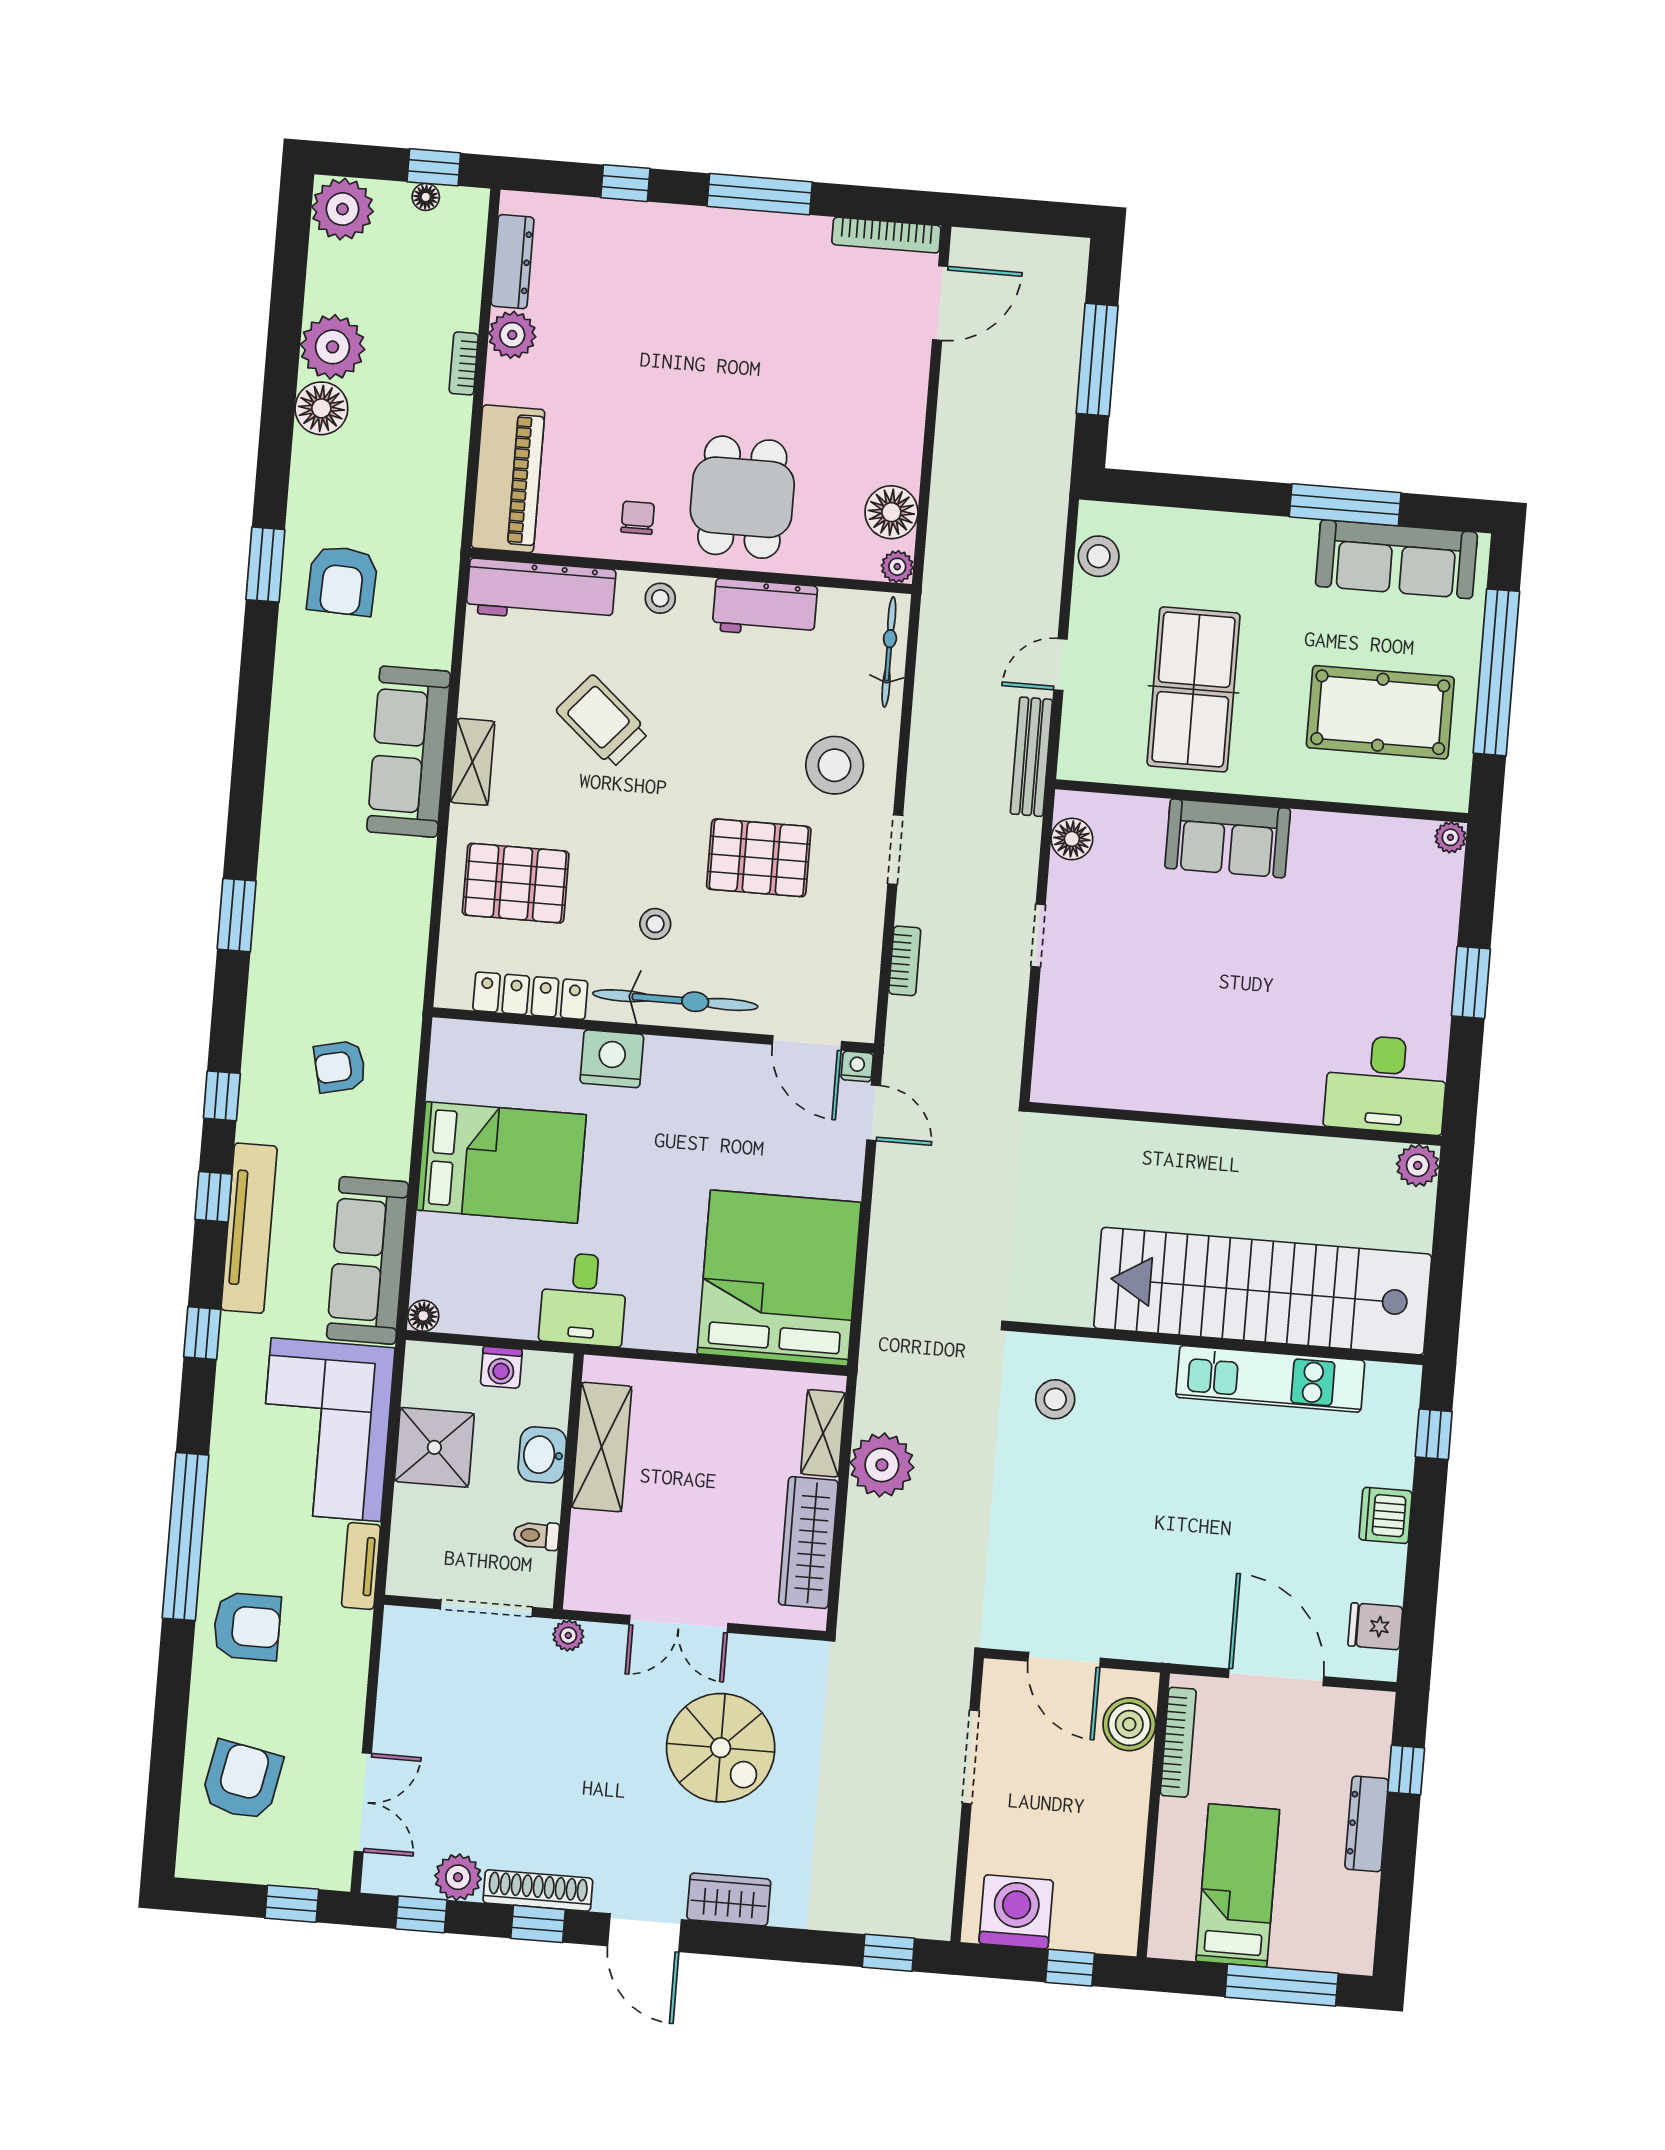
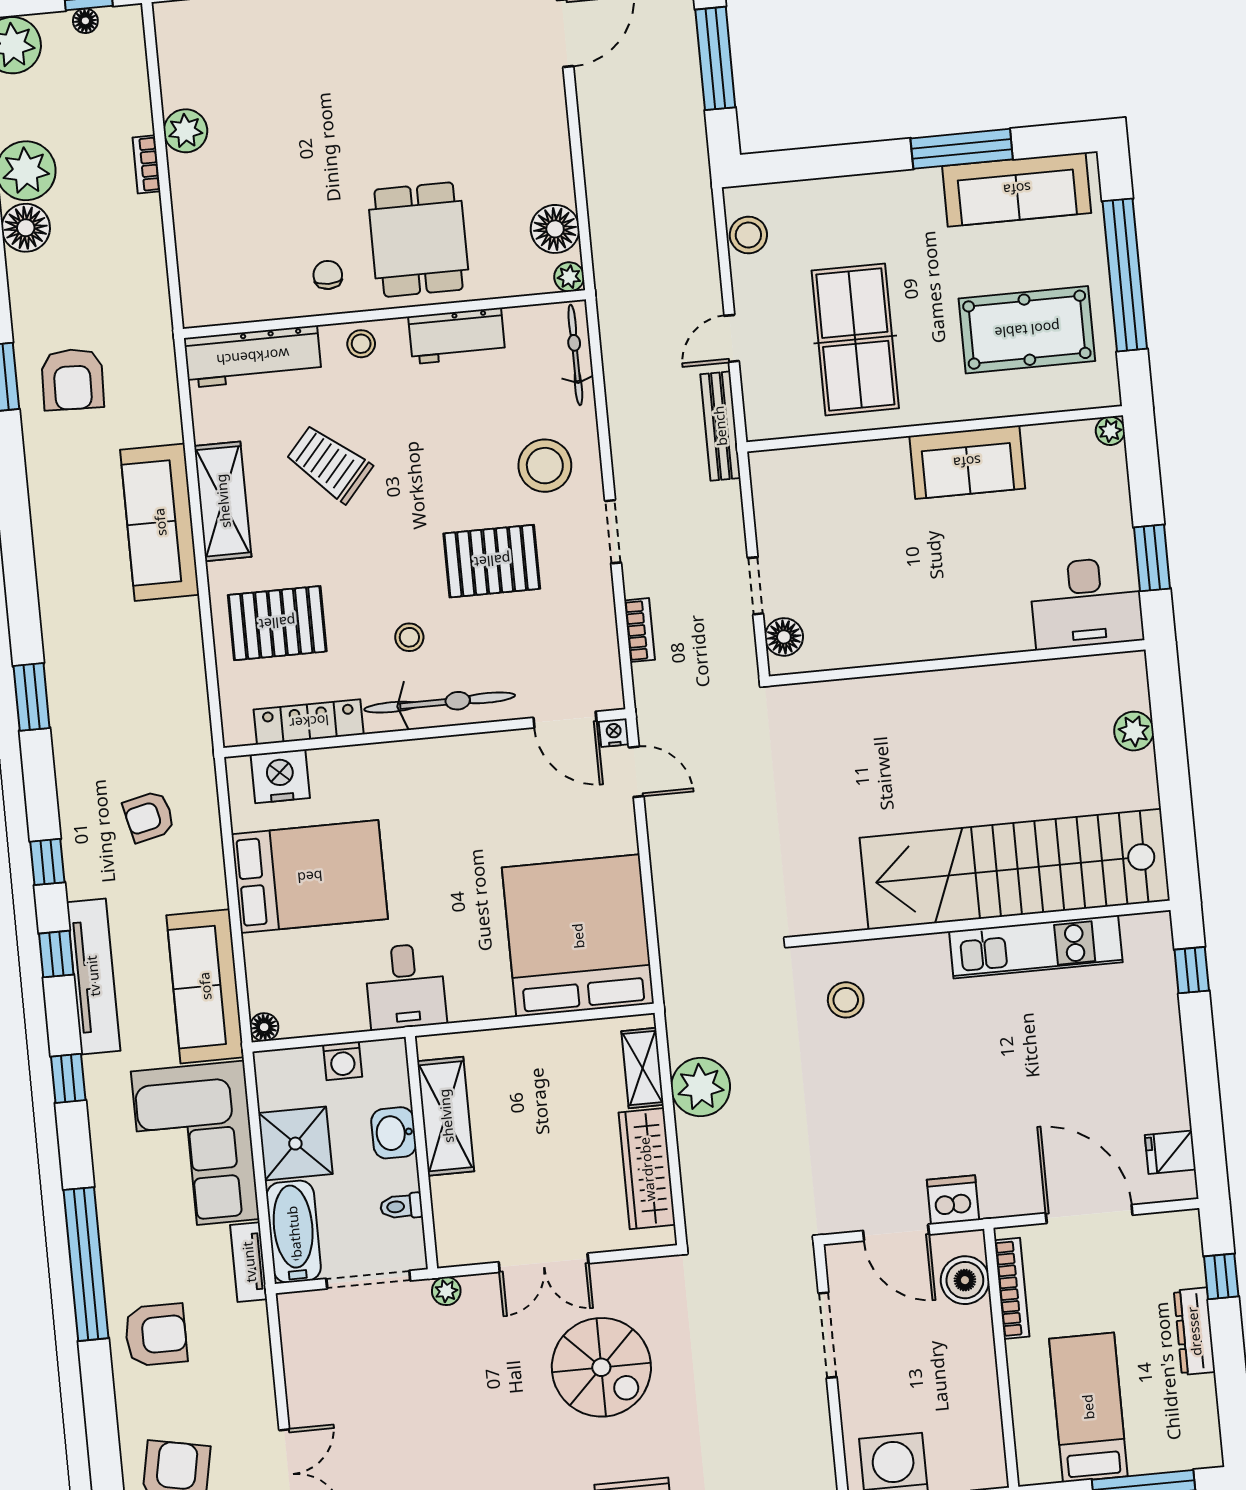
dresser: (513, 262) -> (174, 65), removed
piano: (508, 479) -> (205, 261), removed
shelving: (472, 762) -> (223, 501), width x1.50, depth x1.33
sofa: (1228, 838) -> (967, 462), moved
floor lamp: (1072, 839) -> (784, 637), moved
nightstand: (612, 1059) -> (280, 776), moved
desk: (1386, 1084) -> (1086, 603), moved
wall: (1235, 1124) -> (957, 663), moved
dishwasher: (1386, 1515) -> (953, 1200), moved, turned 90
bathtub: (415, 1542) -> (294, 1232), added

